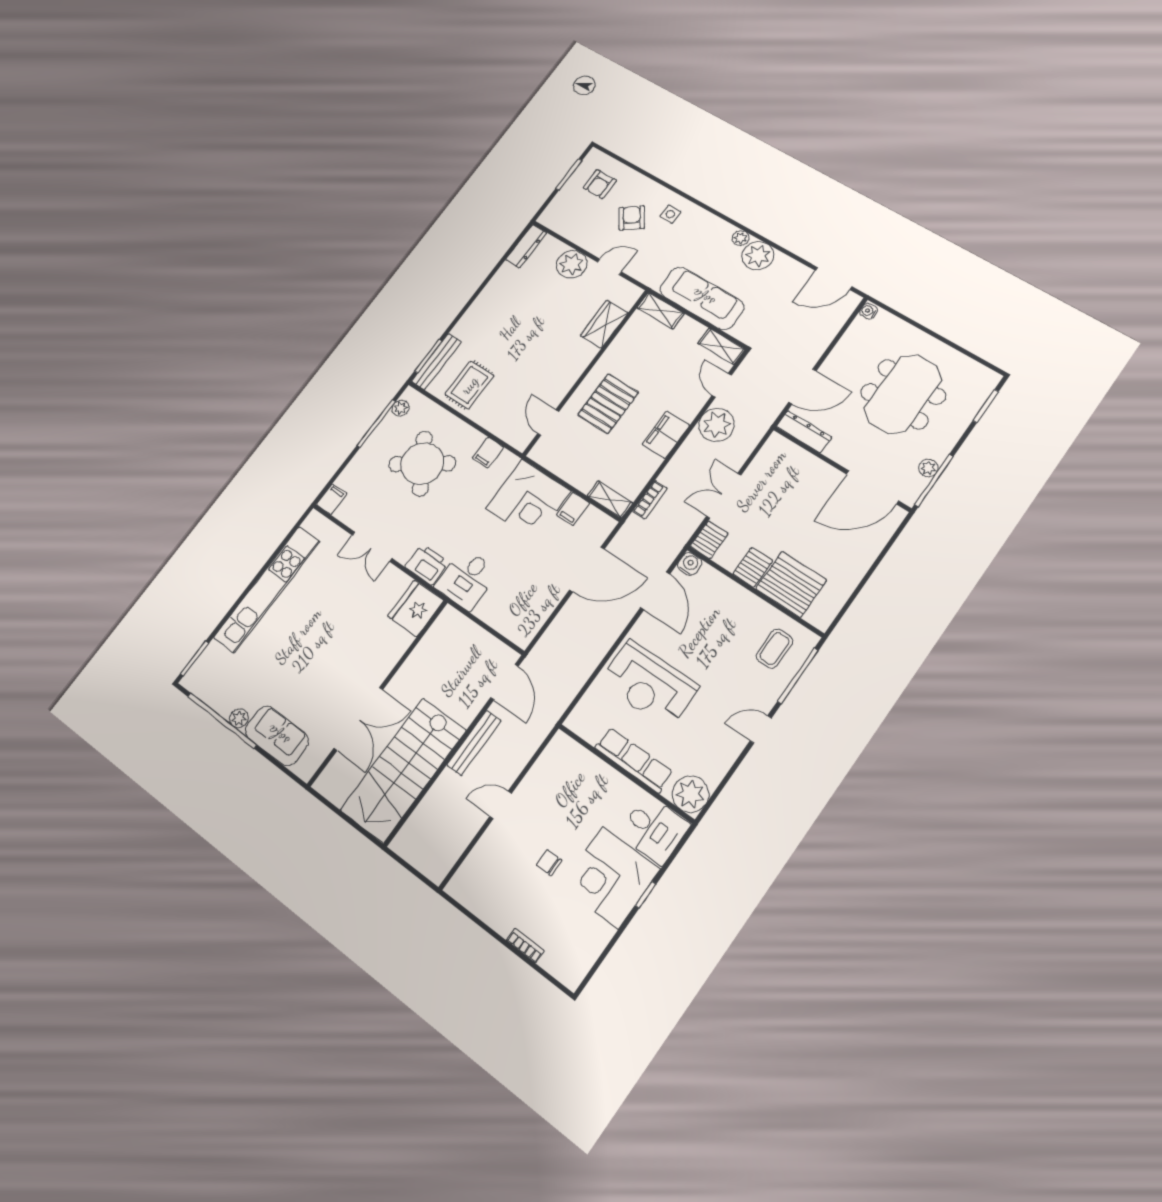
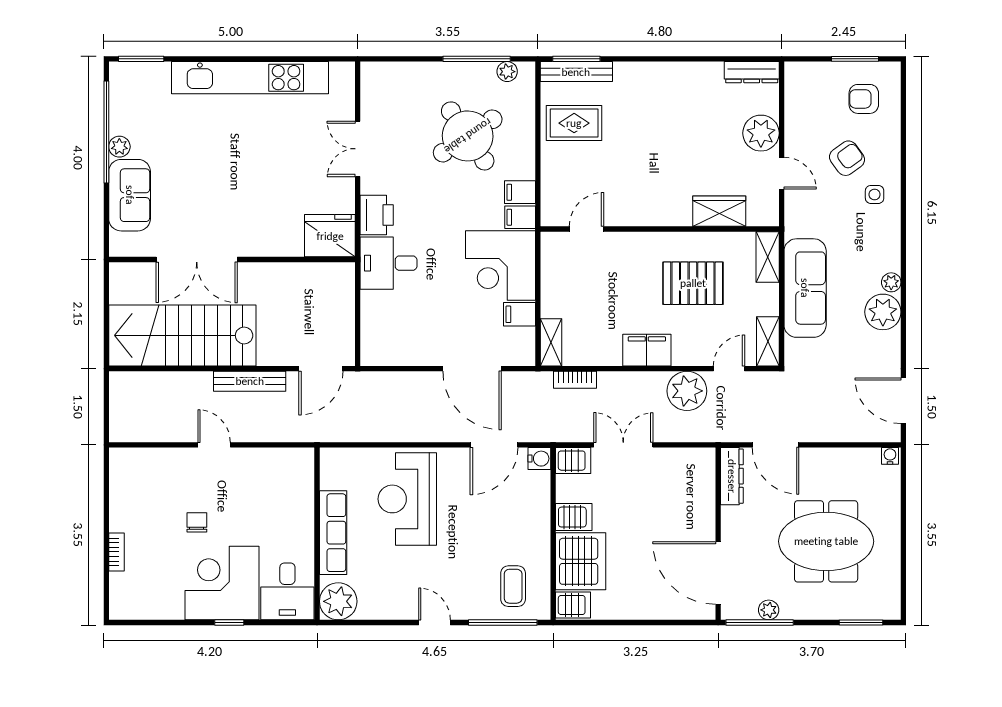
pallet: (608, 404) -> (693, 283), moved
filing cabinet: (332, 499) -> (520, 217), moved, turned 180
server rack: (822, 612) -> (573, 605), added
coffee table: (775, 649) -> (513, 586), turned 90

